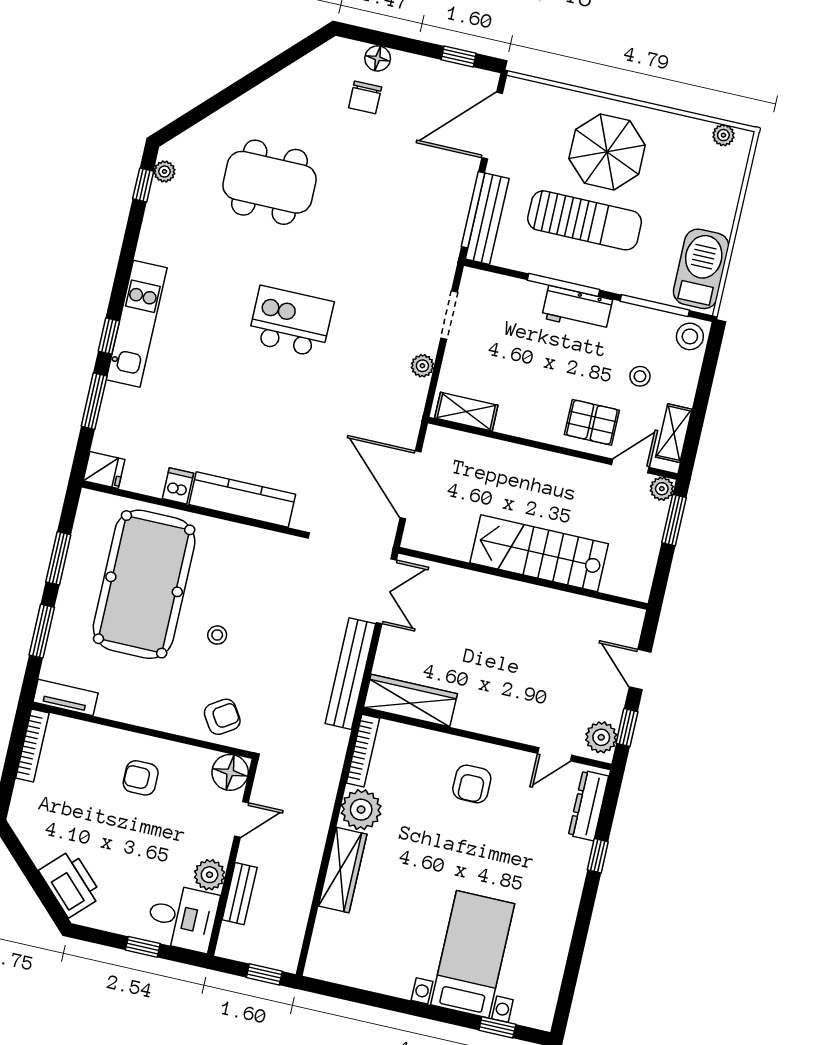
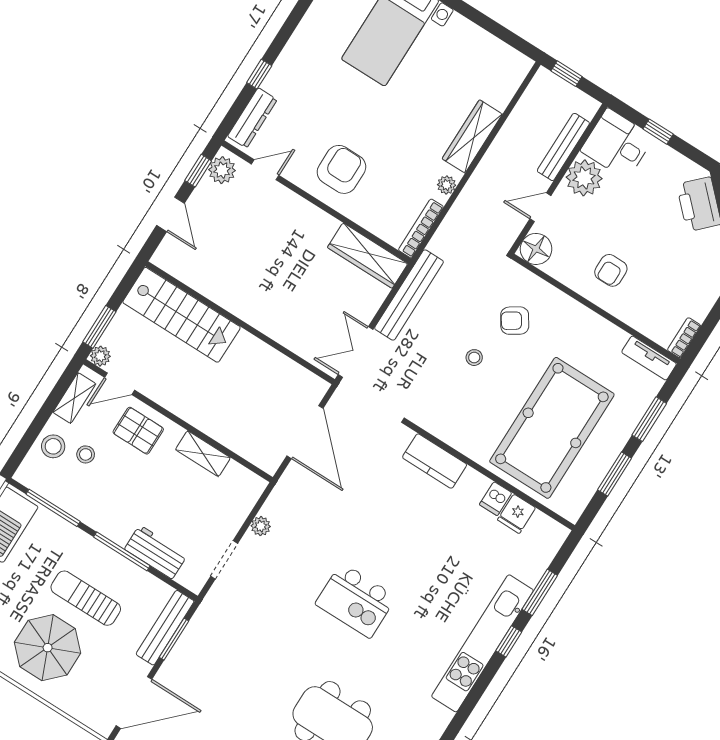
window: (473, 210) -> (174, 639), width x0.69
sun lounger: (585, 220) -> (86, 598), width x0.73, depth x0.75
workbench: (577, 309) -> (156, 552), moved
kitchen unit: (137, 324) -> (482, 643), width x1.36
stool: (690, 336) -> (53, 446), moved
shelving: (466, 412) -> (203, 454), moved
fridge: (104, 470) -> (517, 514), moved, turned -90
kitchen counter: (242, 499) -> (435, 461), width x0.67
stairs: (539, 553) -> (182, 315), moved
stool: (217, 635) -> (474, 358), moved
armchair: (222, 717) -> (515, 321), moved
bookcase: (32, 745) -> (684, 338), width x0.64
armchair: (141, 778) -> (611, 270), turned 90
armchair: (472, 784) -> (341, 169), width x1.38, depth x1.38
plant: (361, 810) -> (447, 185), width x0.53, depth x0.53
plant: (210, 875) -> (584, 178), width x1.36, depth x1.36
bench: (240, 894) -> (563, 147), width x1.36

